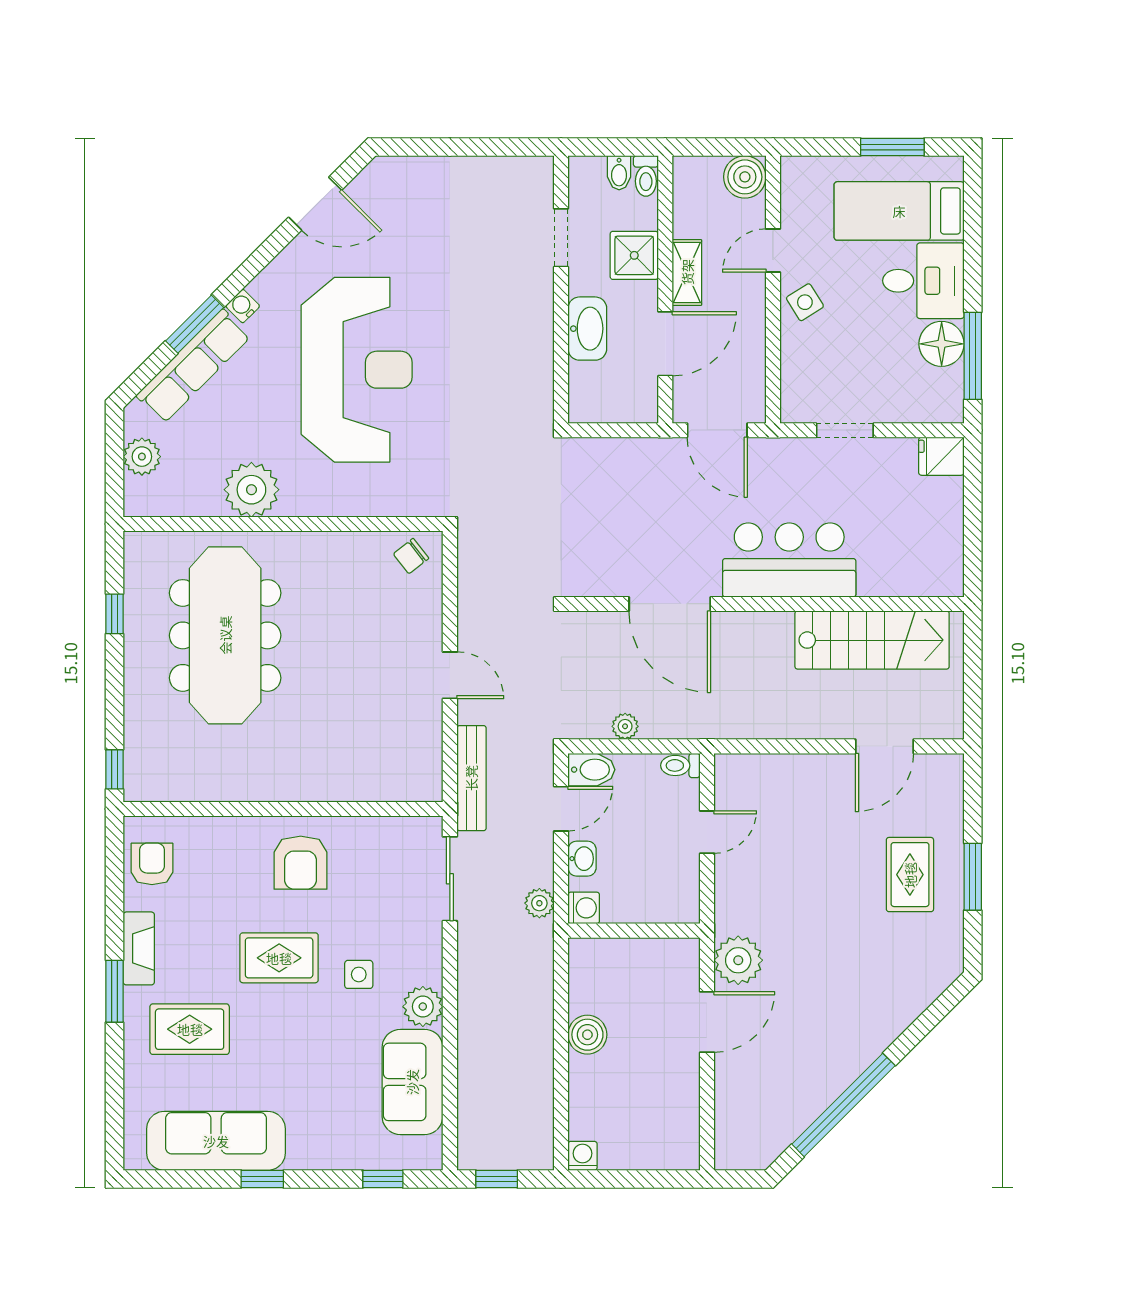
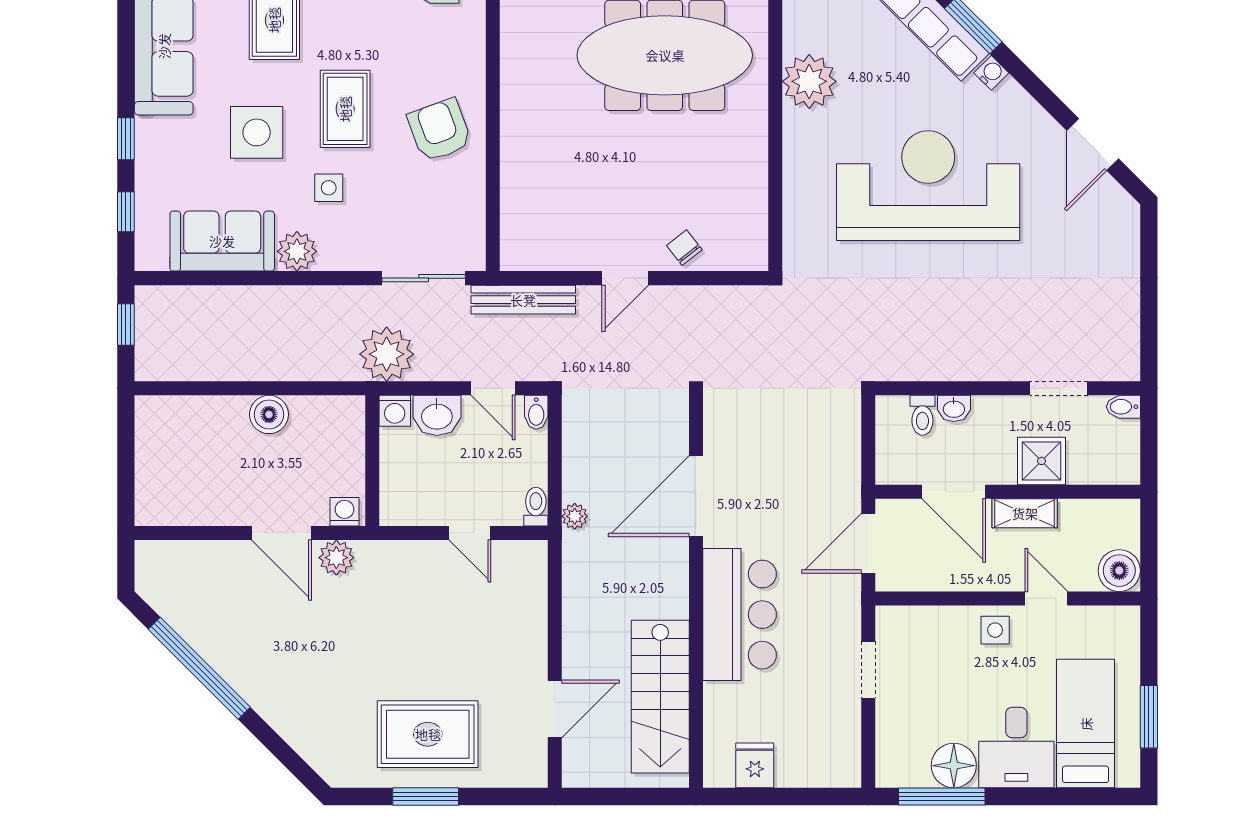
bidet: (619, 173) -> (1123, 407), moved
toilet: (646, 176) -> (922, 415), moved, turned -90
side table: (805, 302) -> (995, 630), turned 32
washbasin: (587, 329) -> (954, 408), width x0.52, depth x0.69
reception desk: (357, 370) -> (928, 186), turned 180
fridge: (941, 456) -> (755, 765), moved
chair: (411, 556) -> (684, 248), moved
plant: (625, 726) -> (575, 516), moved
door: (885, 746) -> (555, 709), swing flipped
bidet: (591, 770) -> (536, 412), width x0.72, depth x0.74
washbasin: (582, 859) -> (437, 415), width x1.38, depth x1.45
armchair: (301, 863) -> (439, 130), turned 70
rug: (910, 875) -> (428, 734), width x1.36, depth x1.43
plant: (539, 903) -> (387, 354), width x1.88, depth x1.88
plant: (738, 960) -> (336, 558), width x0.73, depth x0.73
side table: (303, 1047) -> (257, 132), added
washing machine: (583, 1156) -> (344, 512), moved, turned -90
window: (262, 1179) -> (126, 139), moved

